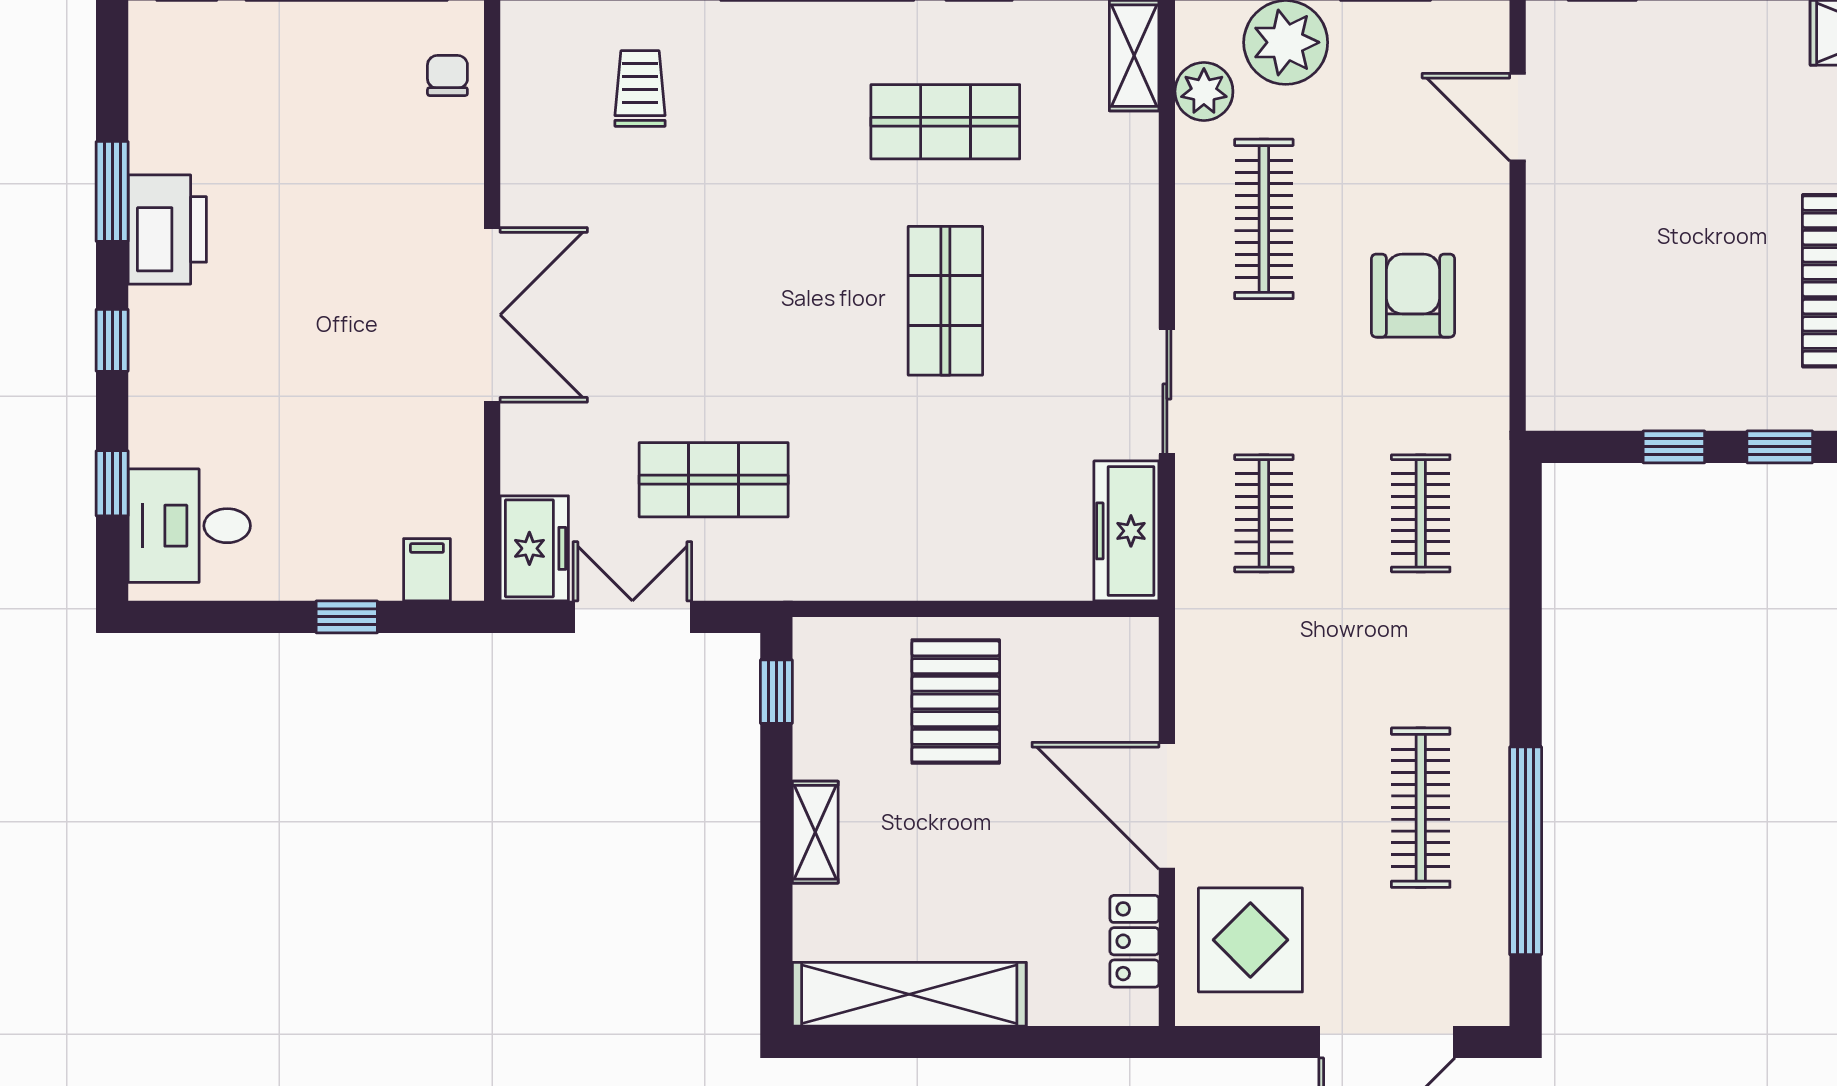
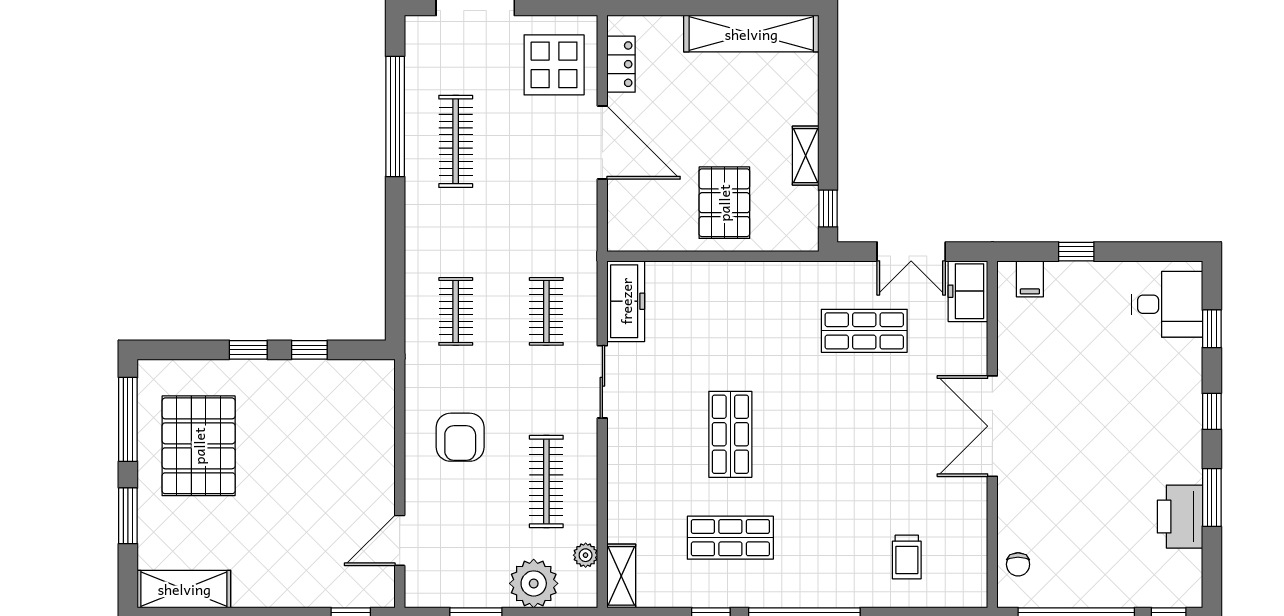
plant: (1204, 91) -> (586, 555), width x0.73, depth x0.73
door: (1518, 117) -> (400, 540), swing flipped
printer: (167, 229) -> (1180, 517), moved
shelving: (815, 832) -> (806, 156), moved

